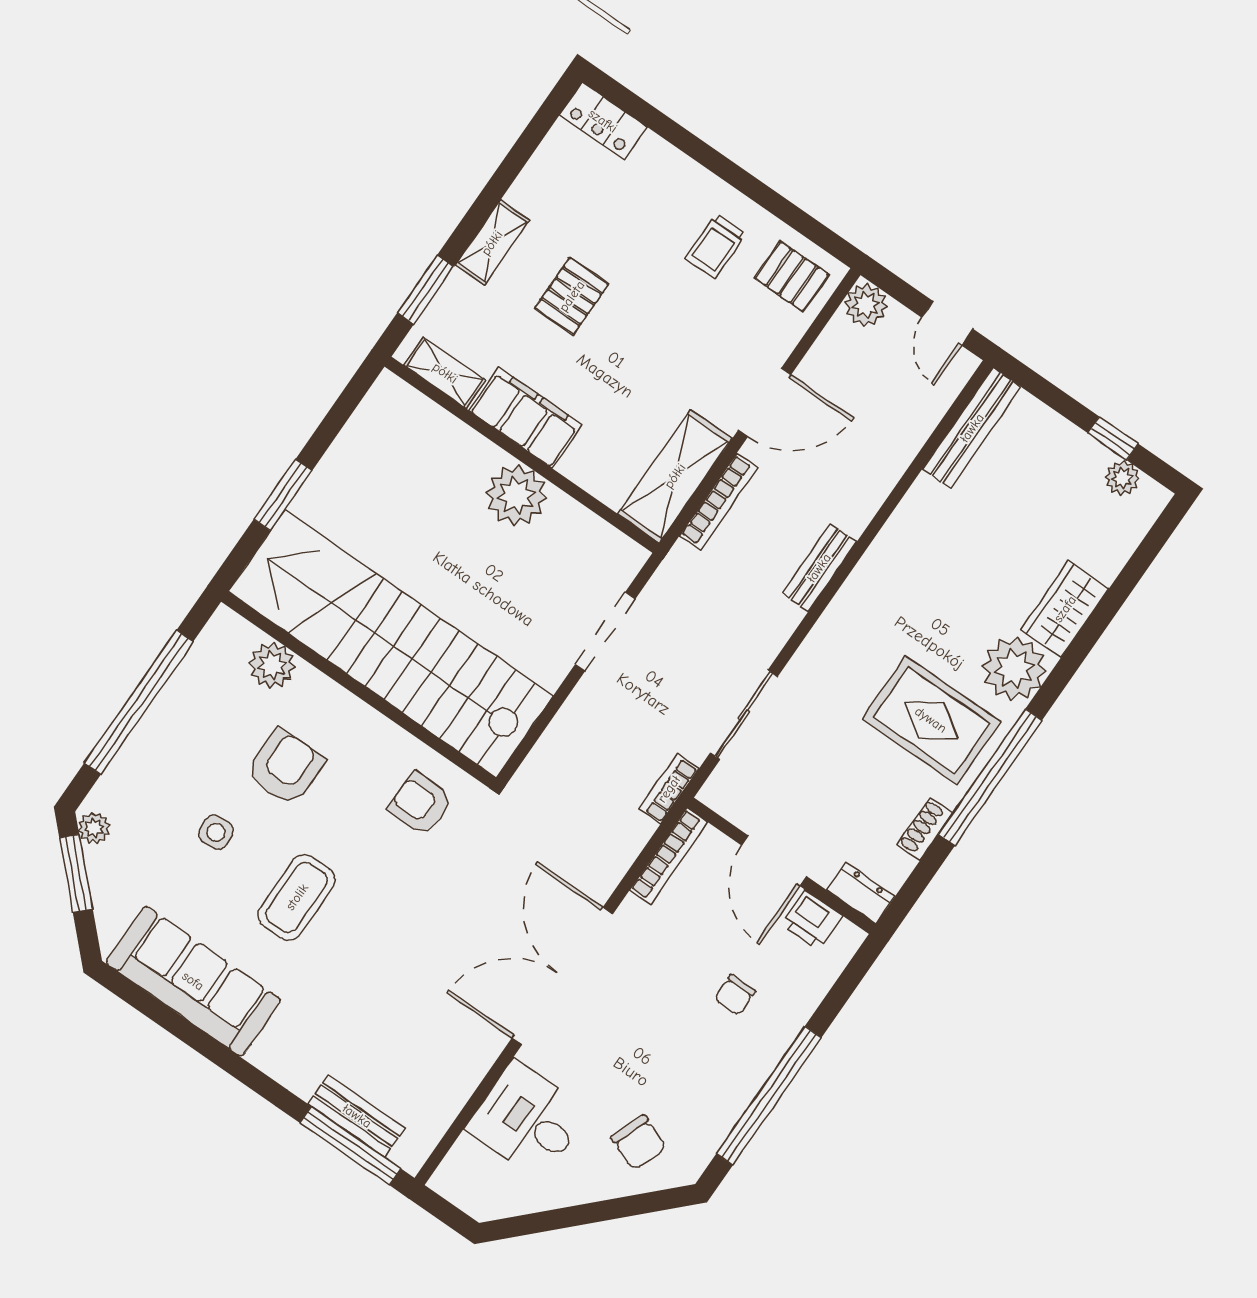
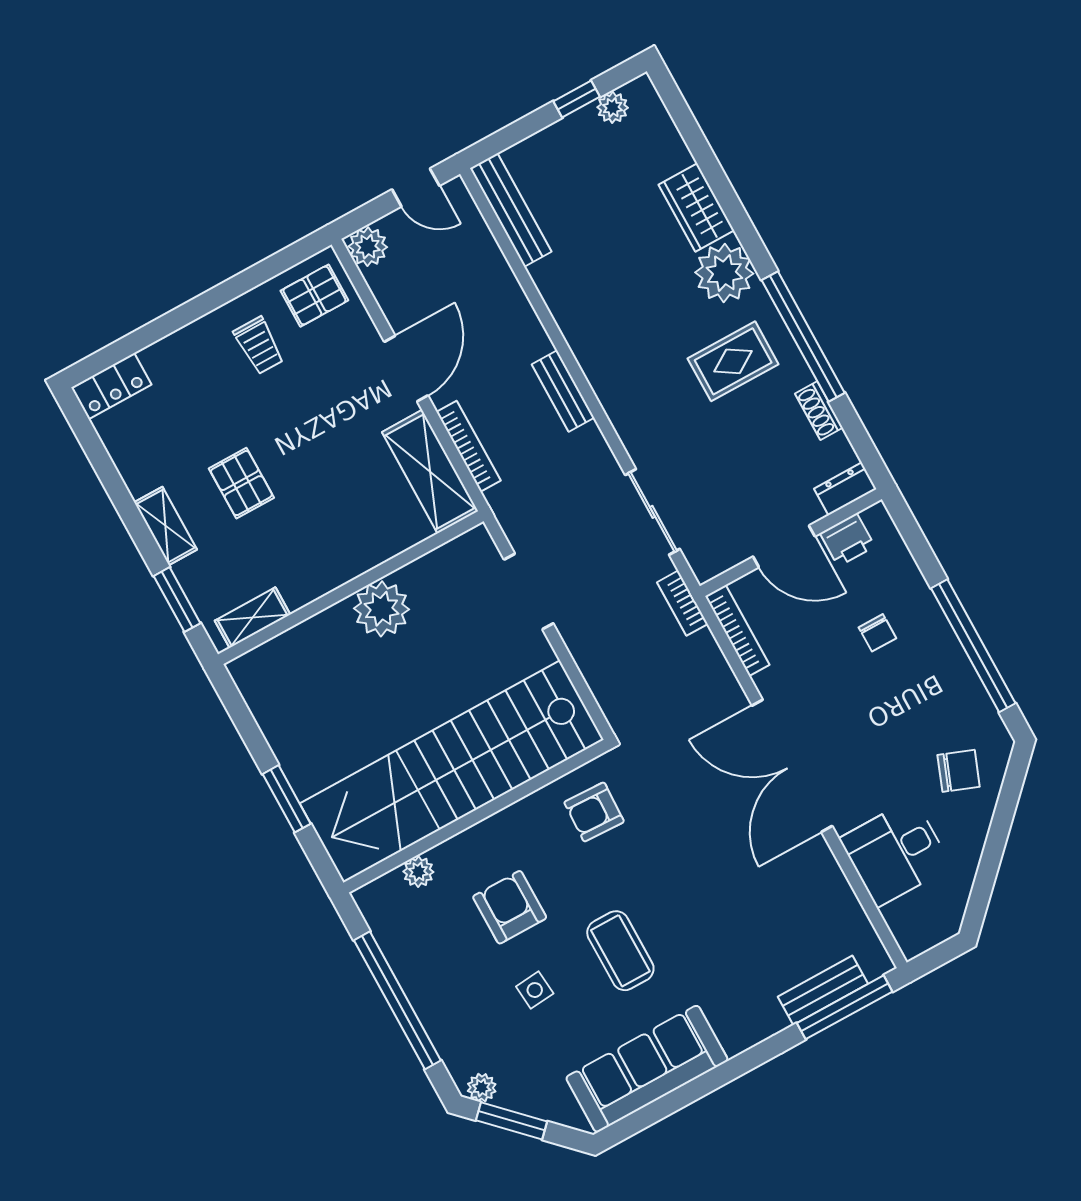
filing cabinet: (526, 418) -> (322, 570), removed
plant: (272, 665) -> (418, 872), width x0.73, depth x0.73
rug: (931, 720) -> (733, 361), width x0.73, depth x0.70

